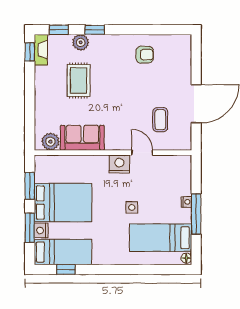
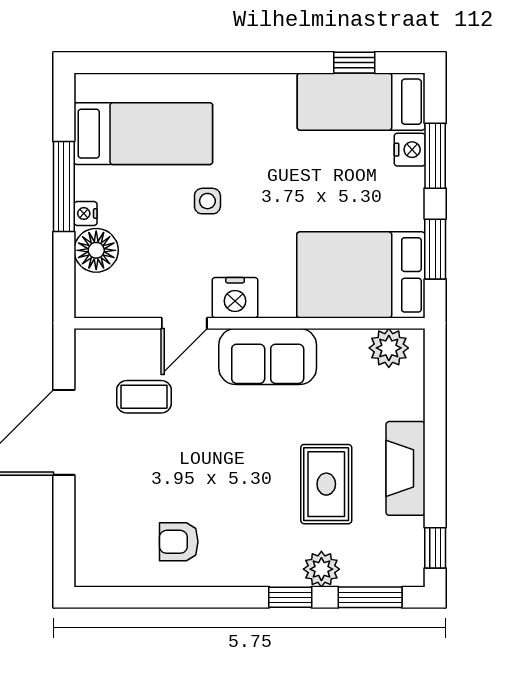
window: (59, 30) -> (370, 597), width x1.50
fireplace: (41, 50) -> (406, 468), moved, width x1.37, depth x1.32
coffee table: (160, 120) -> (144, 397), turned 90
sofa: (82, 138) -> (268, 356), moved
door: (142, 153) -> (184, 323), hinge flipped
bed: (63, 203) -> (361, 275), moved
floor lamp: (186, 258) -> (96, 250), moved, width x1.89, depth x1.89

